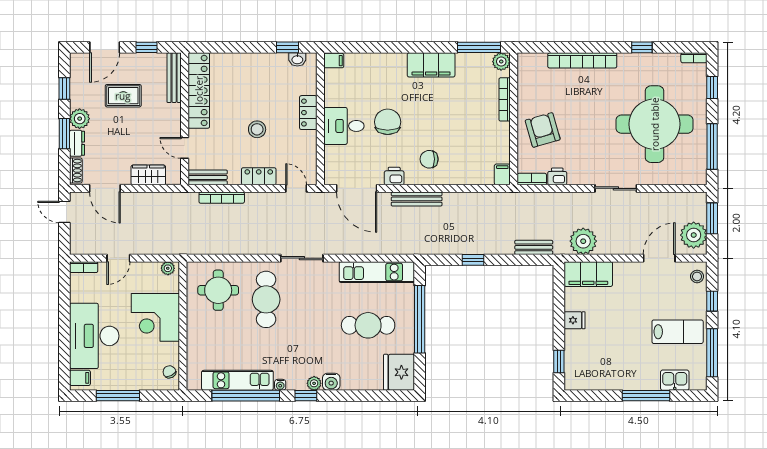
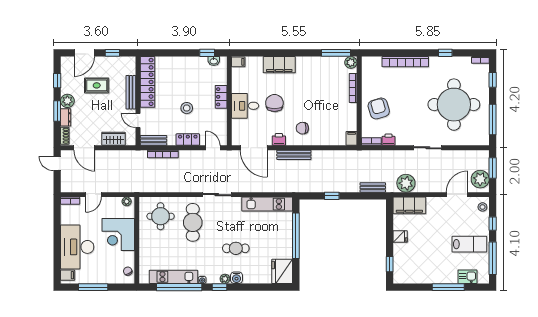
filing cabinet: (431, 65) -> (279, 65), moved
bench: (174, 78) -> (131, 92), moved
cafe table: (368, 325) -> (236, 248), moved, width x0.73, depth x0.74

